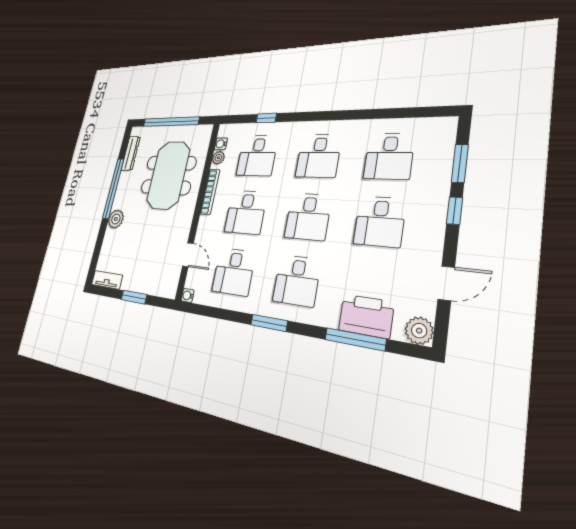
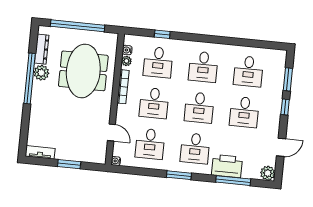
plant: (116, 219) -> (41, 73), moved
printer: (366, 316) -> (227, 166), moved

